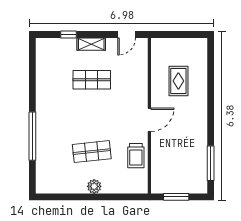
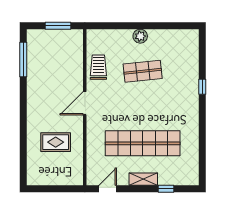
shop shelf: (92, 80) -> (143, 143), width x2.00, depth x1.36
rug: (178, 81) -> (56, 142), turned 90
window: (32, 136) -> (202, 87), width x0.32

